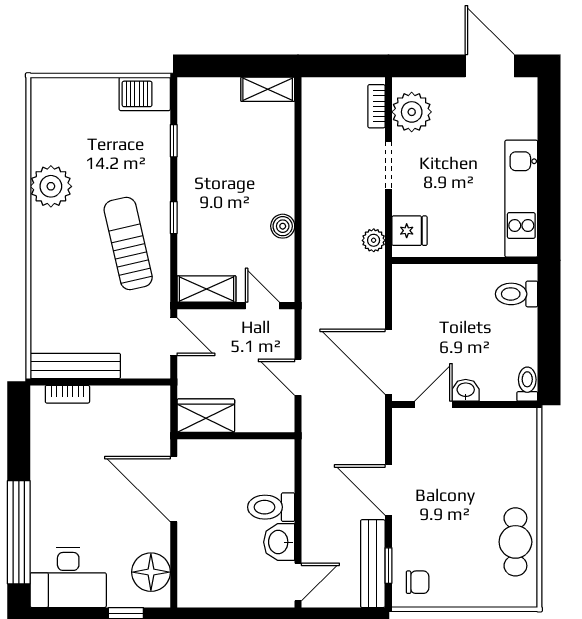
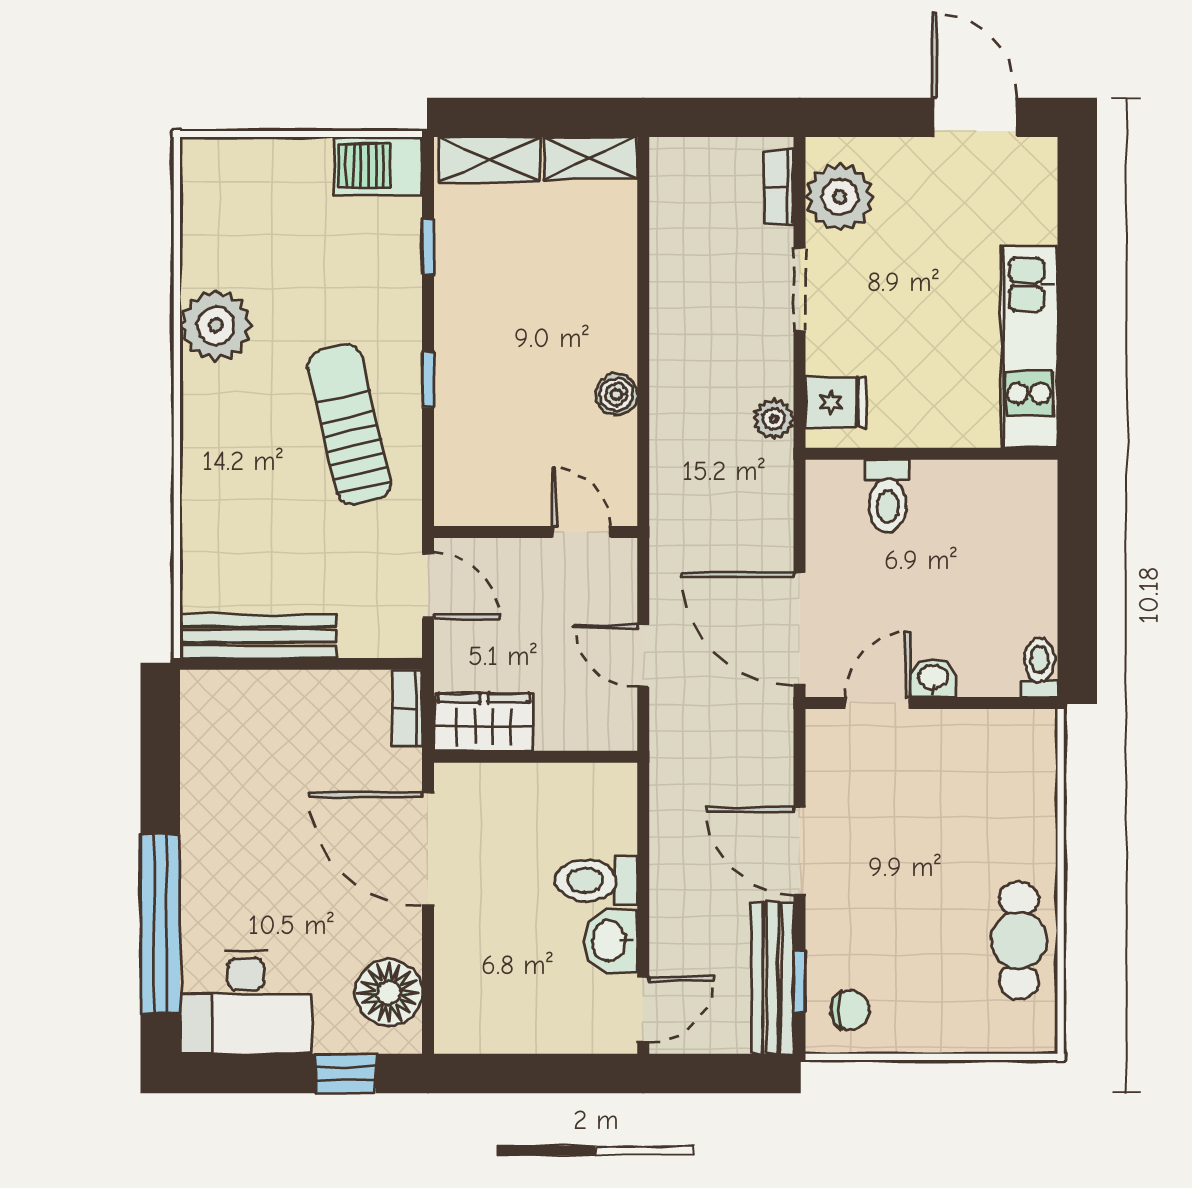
shelving: (206, 289) -> (489, 160), moved
toilet: (517, 294) -> (887, 496), moved, turned -90
bookcase: (67, 394) -> (407, 708), moved, turned 90

